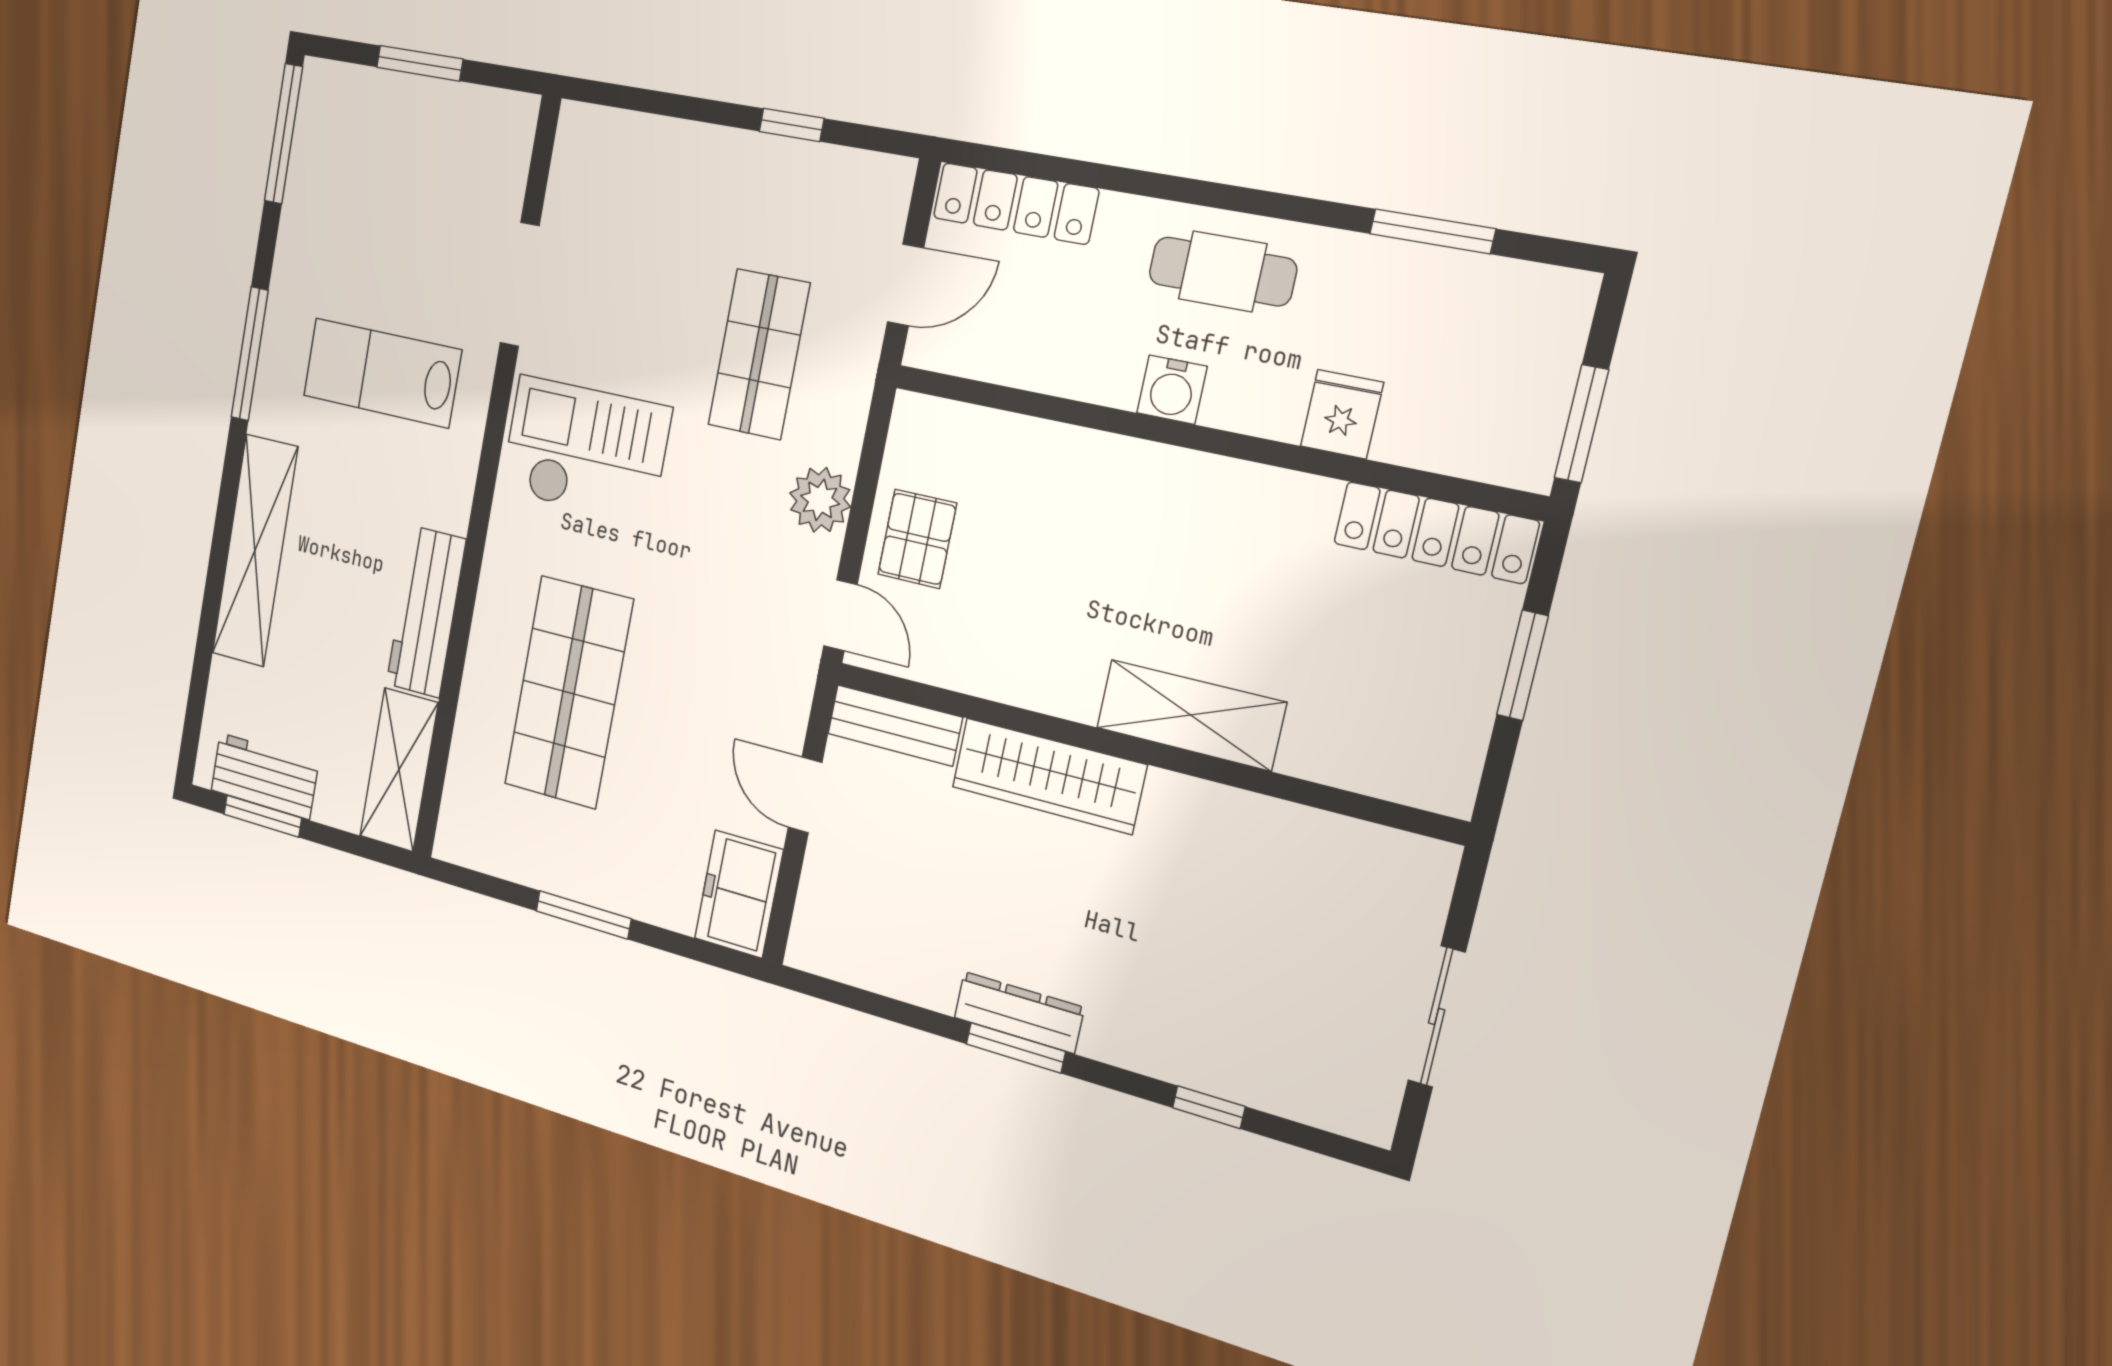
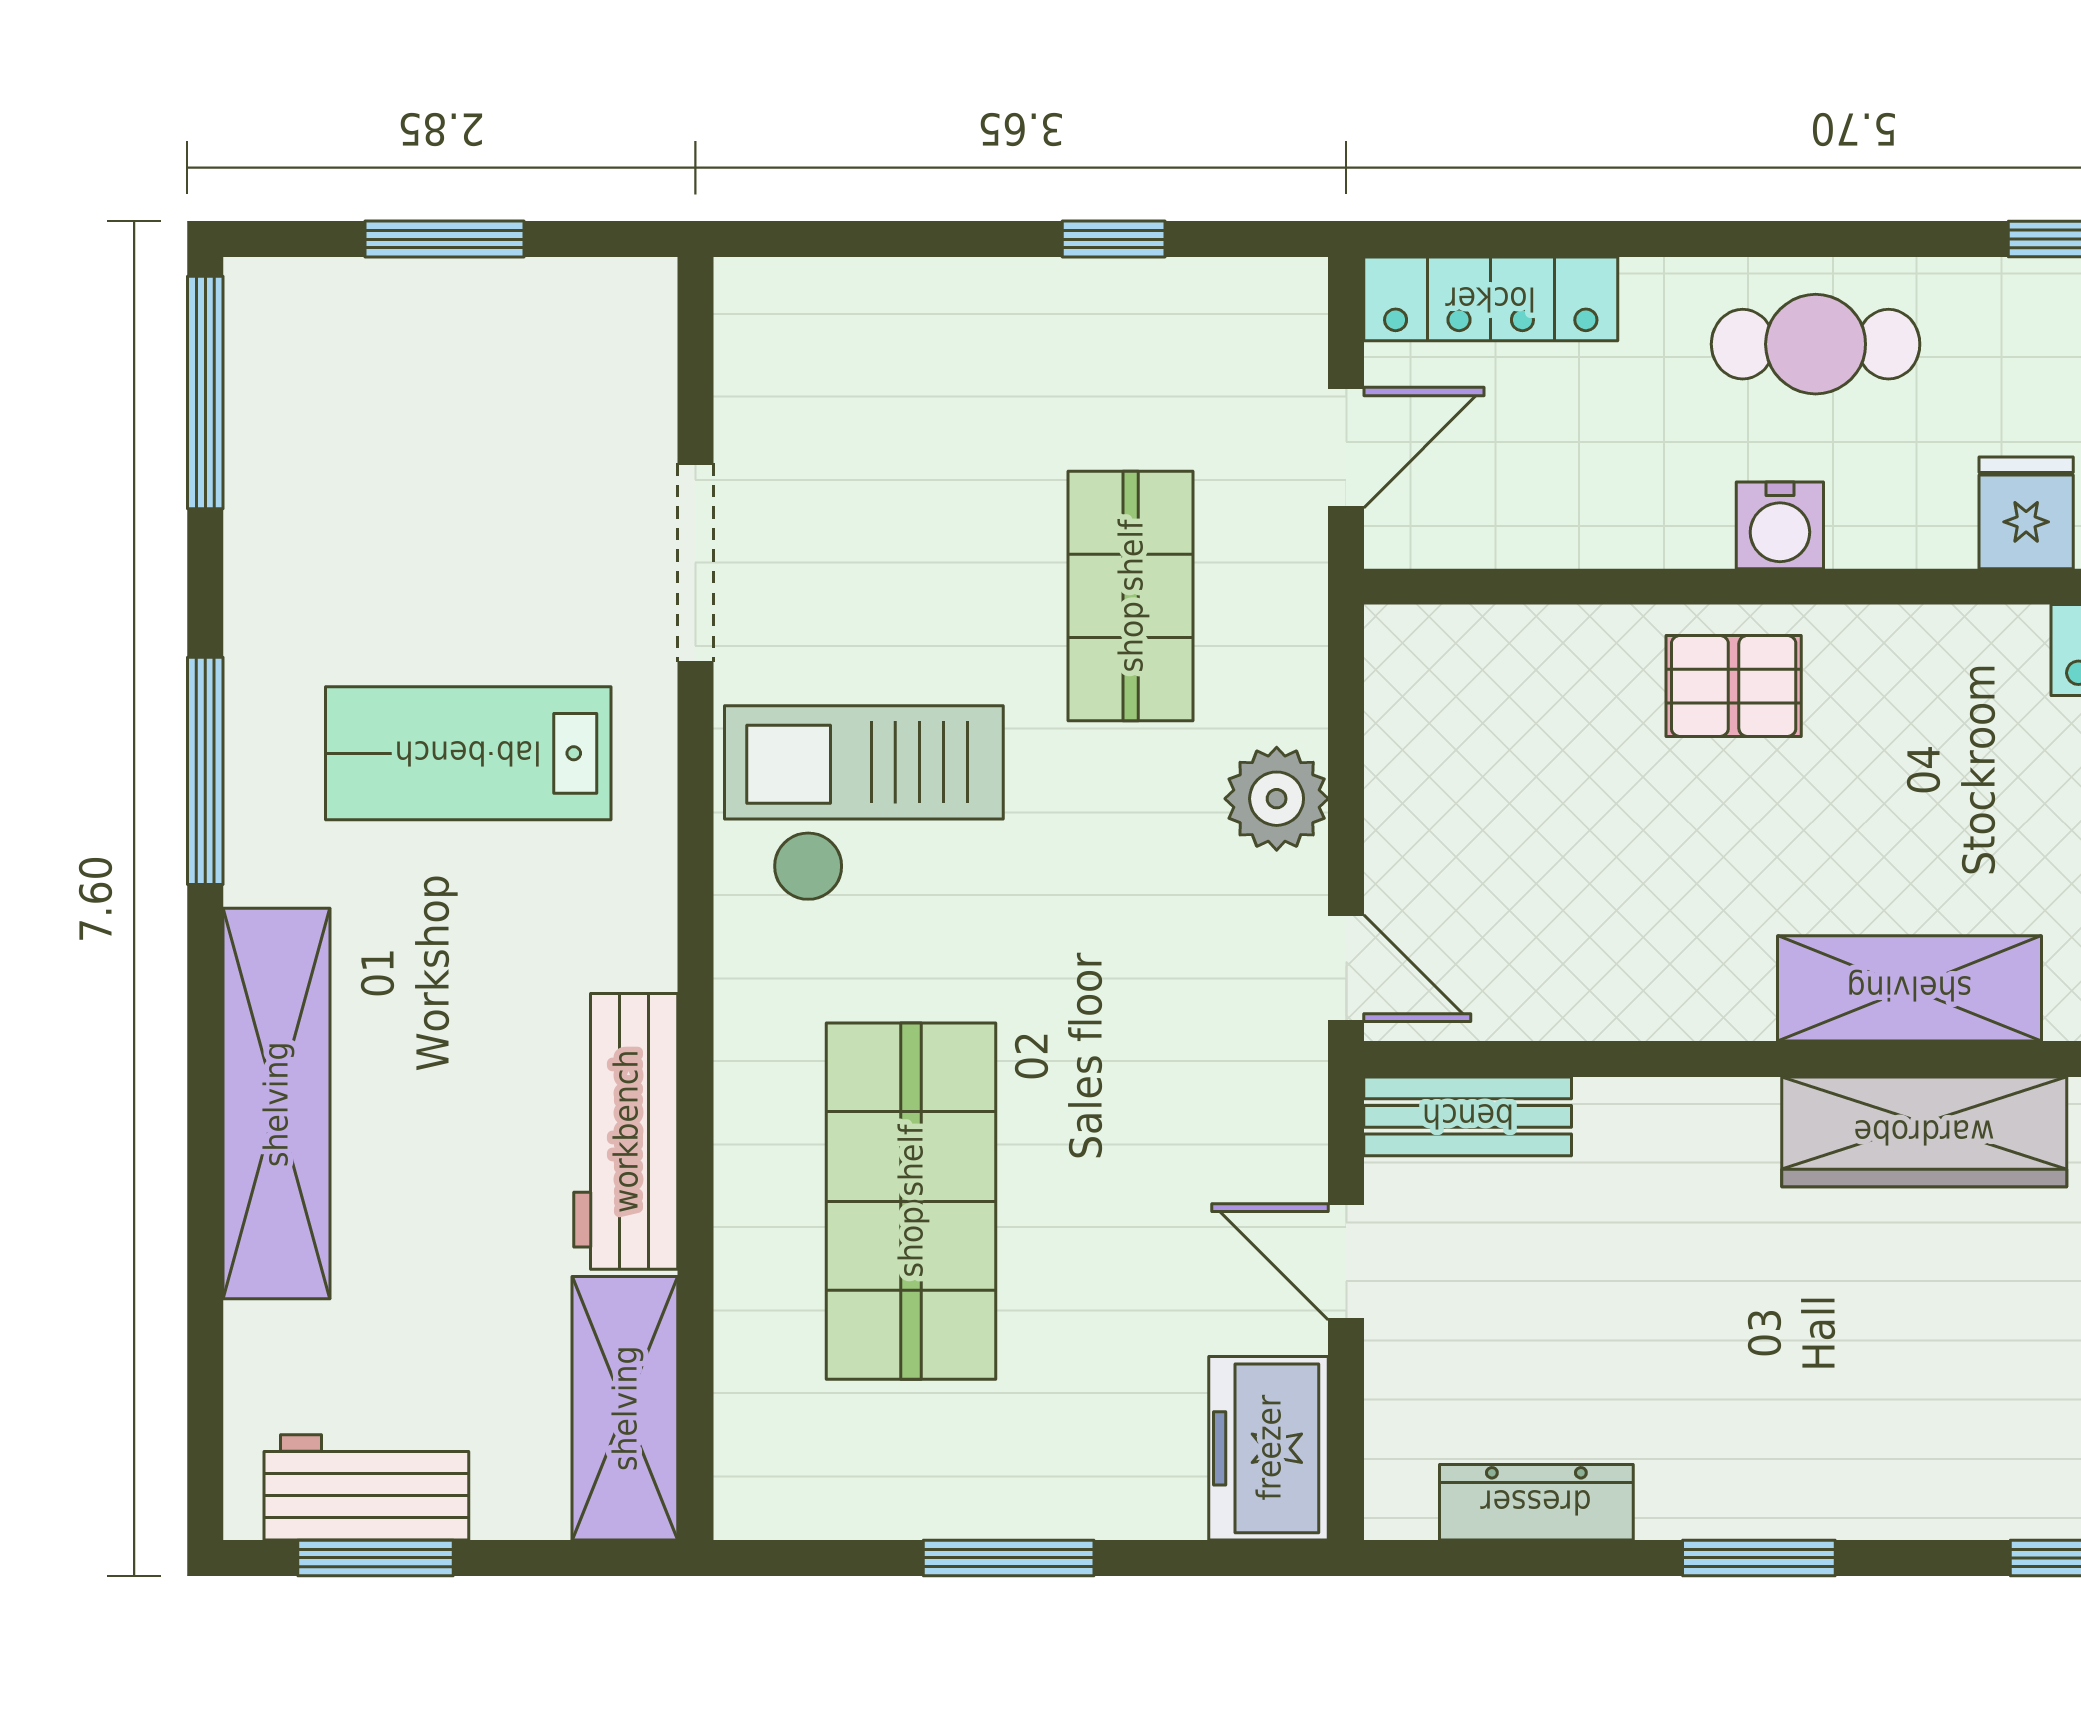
pallet: (917, 539) -> (1734, 686), moved, turned 90
wardrobe: (1049, 776) -> (1924, 1132), moved
dresser: (1019, 1012) -> (1536, 1502), moved

